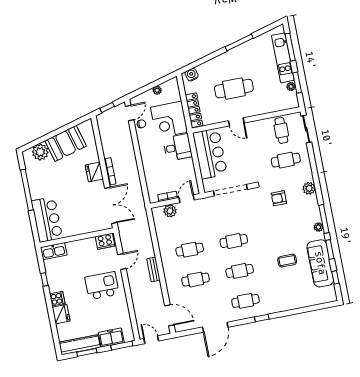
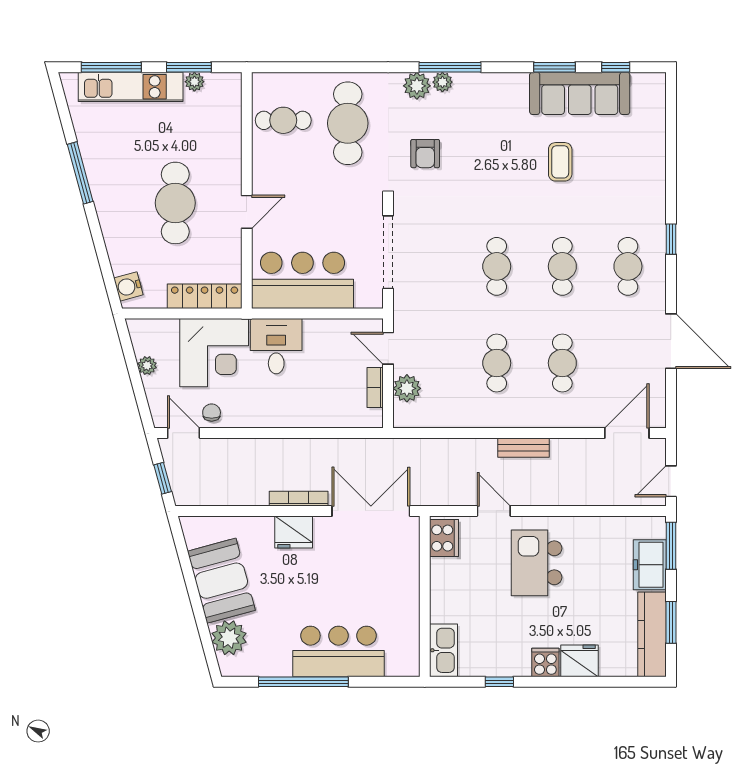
sliding door: (306, 129) -> (290, 67), removed
cafe table: (286, 160) -> (348, 123), width x1.37, depth x1.35
bar counter: (47, 219) -> (338, 651), moved
window: (324, 219) -> (450, 67), moved
plant: (318, 227) -> (442, 82), moved

